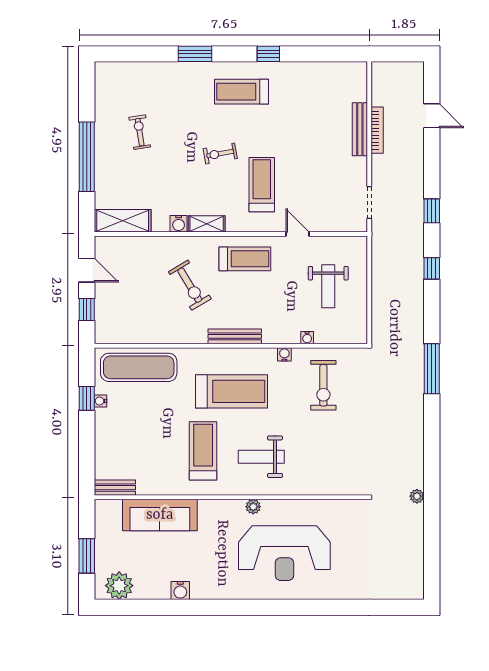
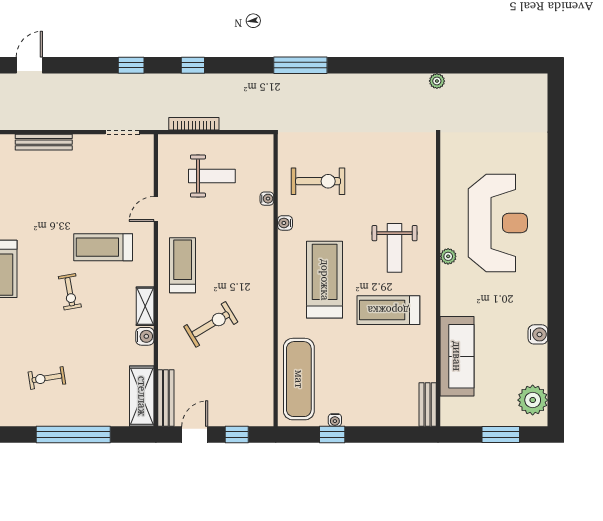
bookcase: (377, 130) -> (194, 124), moved
bench: (235, 336) -> (166, 398), moved

